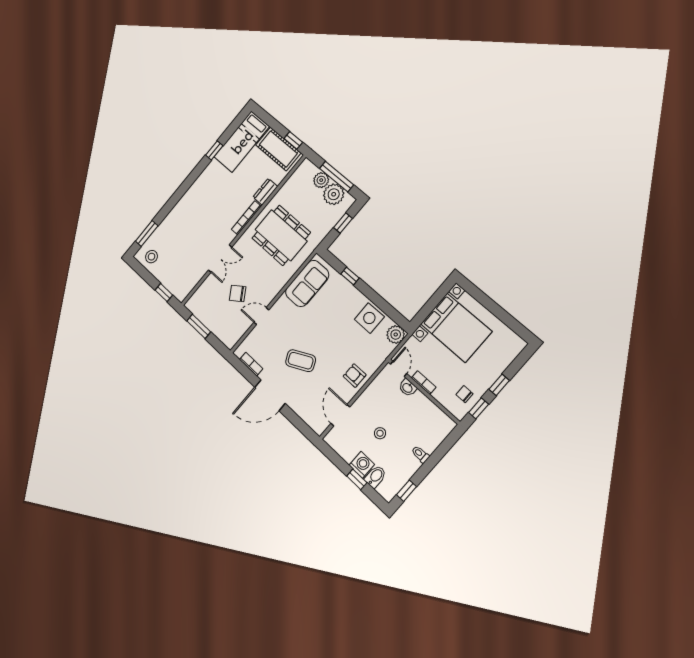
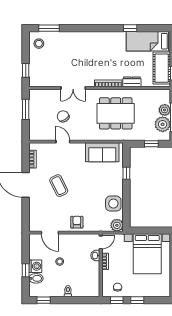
dining table: (281, 235) -> (116, 113), turned 90
door: (340, 415) -> (50, 233), swing flipped

